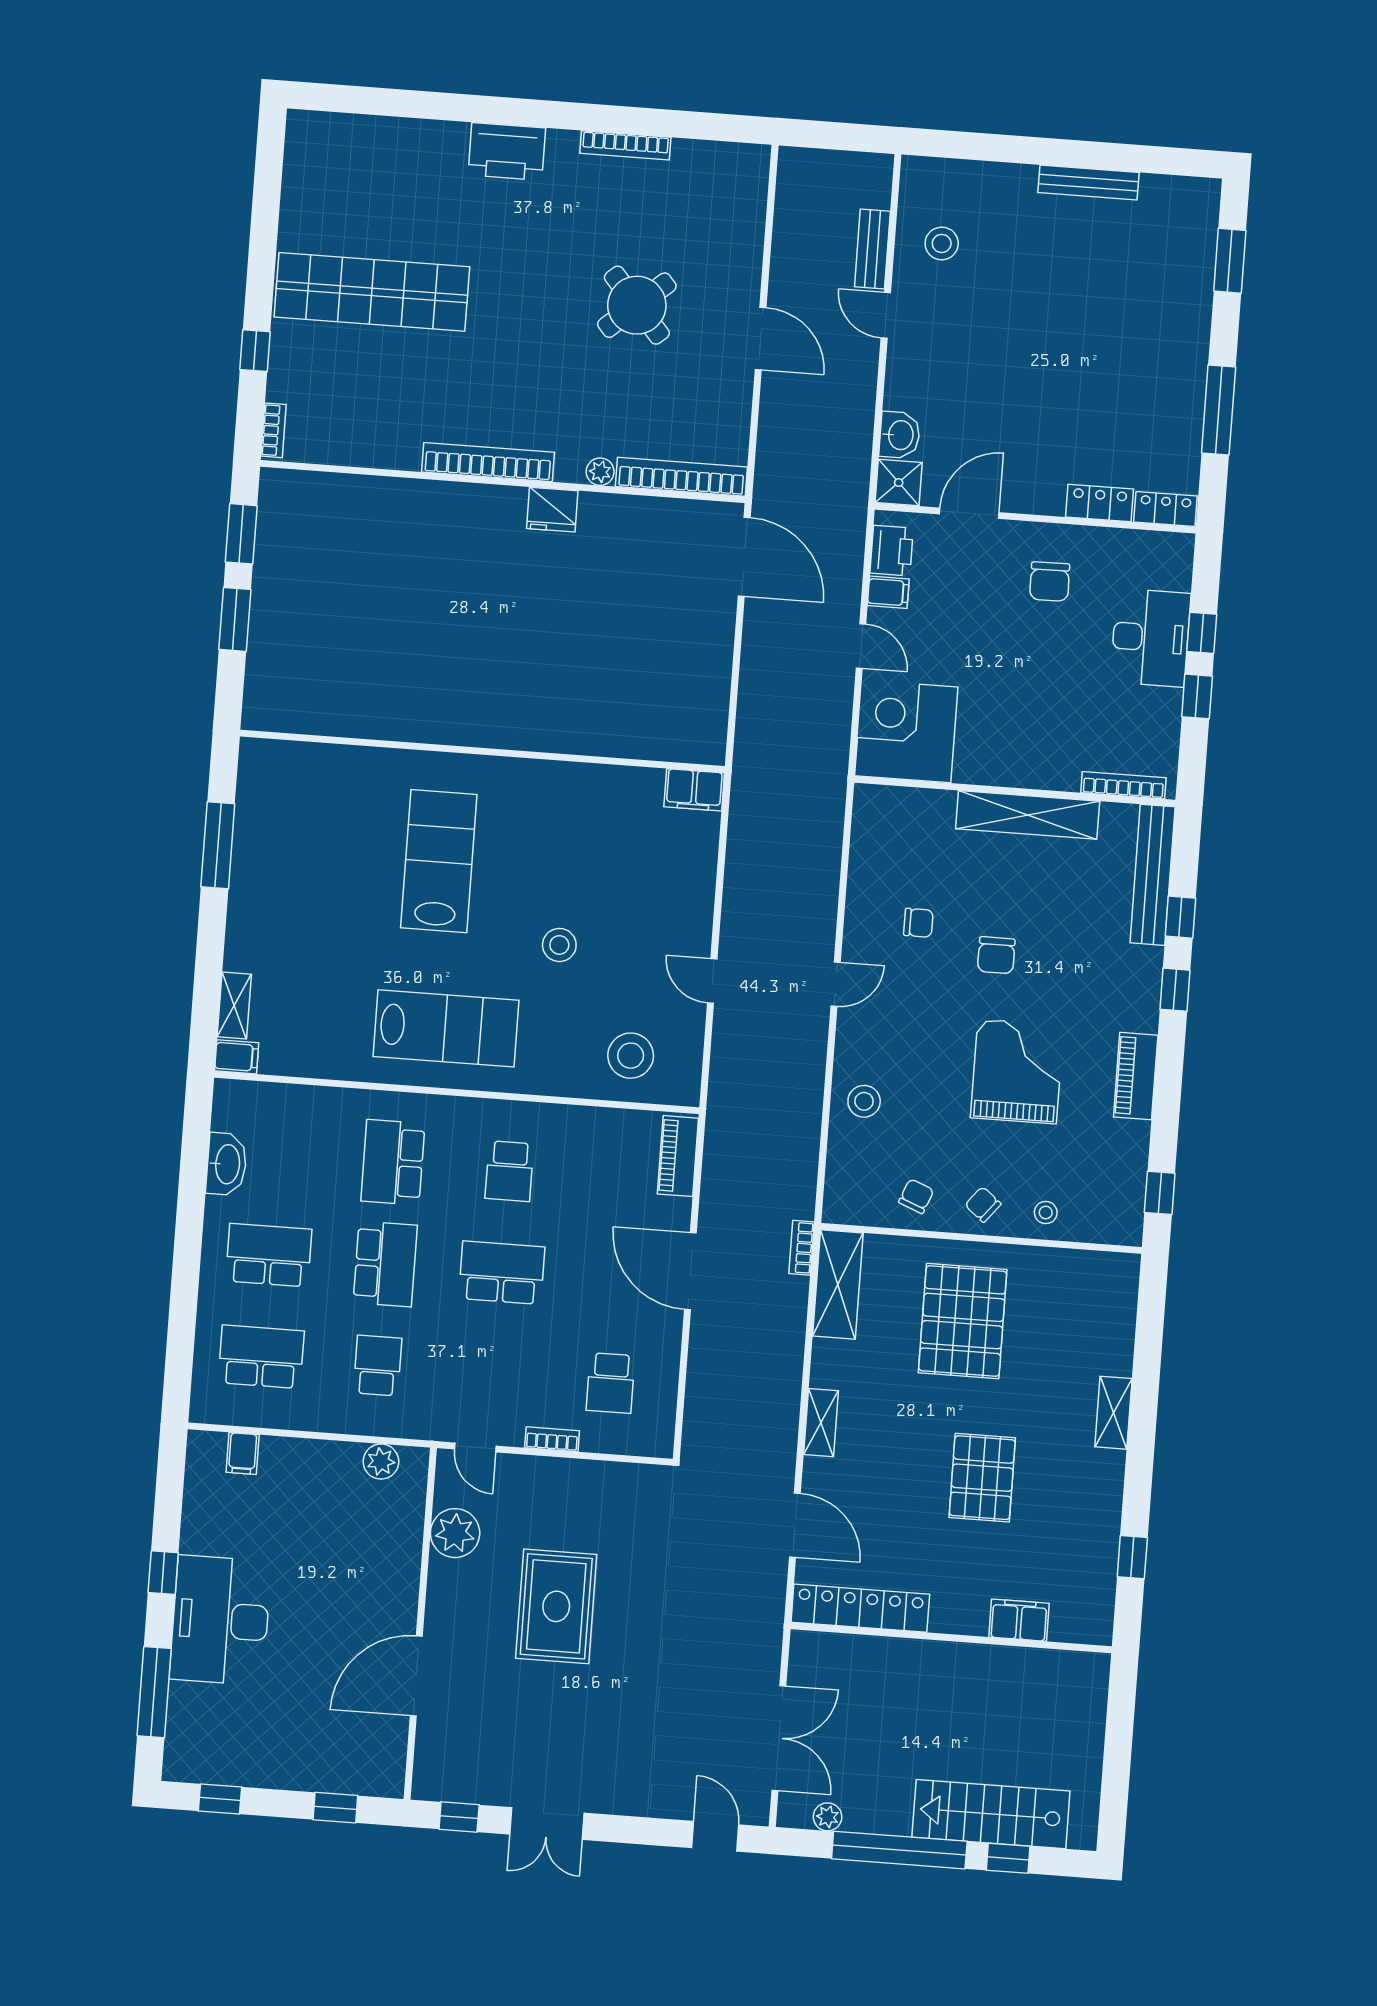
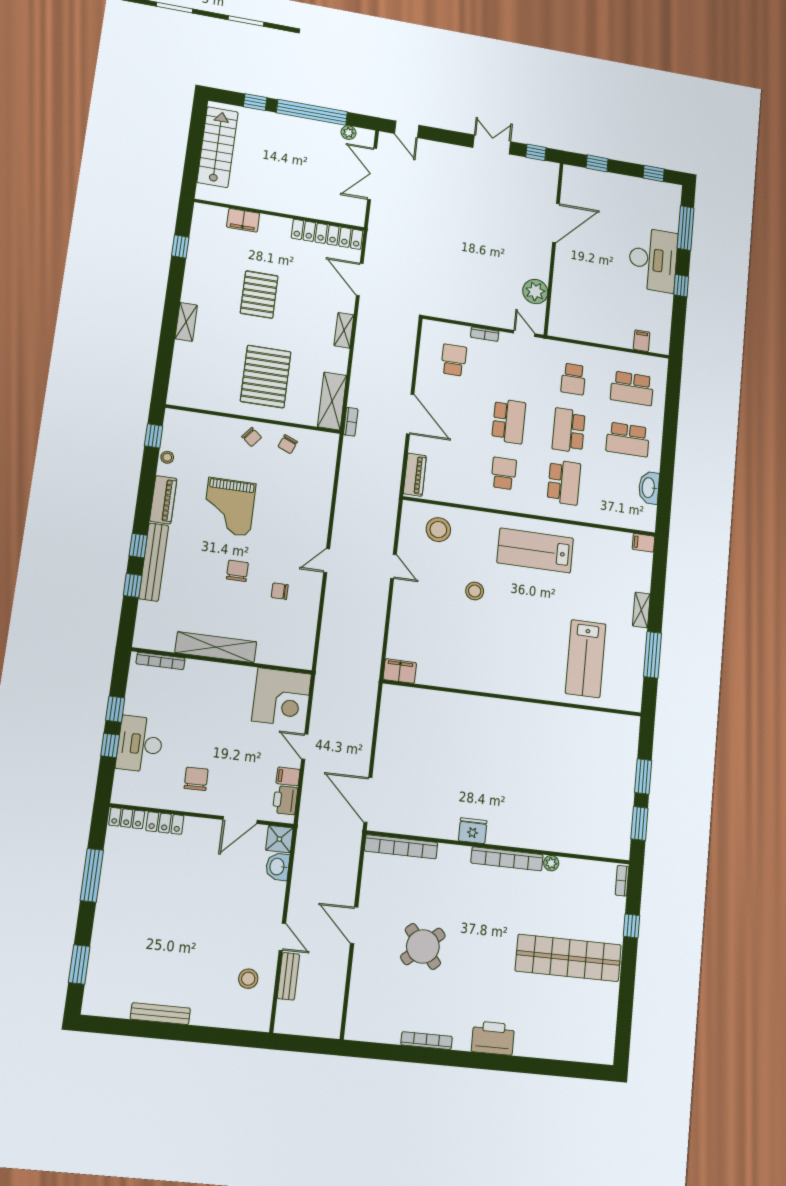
plant: (600, 472) -> (551, 863), moved
lab bench: (439, 861) -> (586, 659), moved
bench: (1153, 875) -> (154, 562), moved
shelving: (234, 1005) -> (641, 610), moved
stool: (864, 1101) -> (314, 497), removed
stool: (1046, 1213) -> (167, 457), moved
school desk: (502, 1273) -> (509, 421), turned -90
plant: (381, 1462) -> (572, 331), removed
rug: (556, 1606) -> (485, 250), removed
stairs: (991, 1814) -> (218, 147), moved, turned -90

